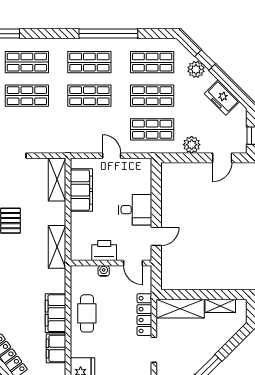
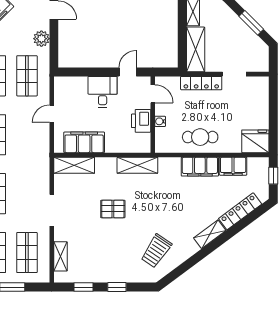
door: (156, 236) -> (128, 72), hinge flipped
door: (133, 263) -> (153, 94), hinge flipped

